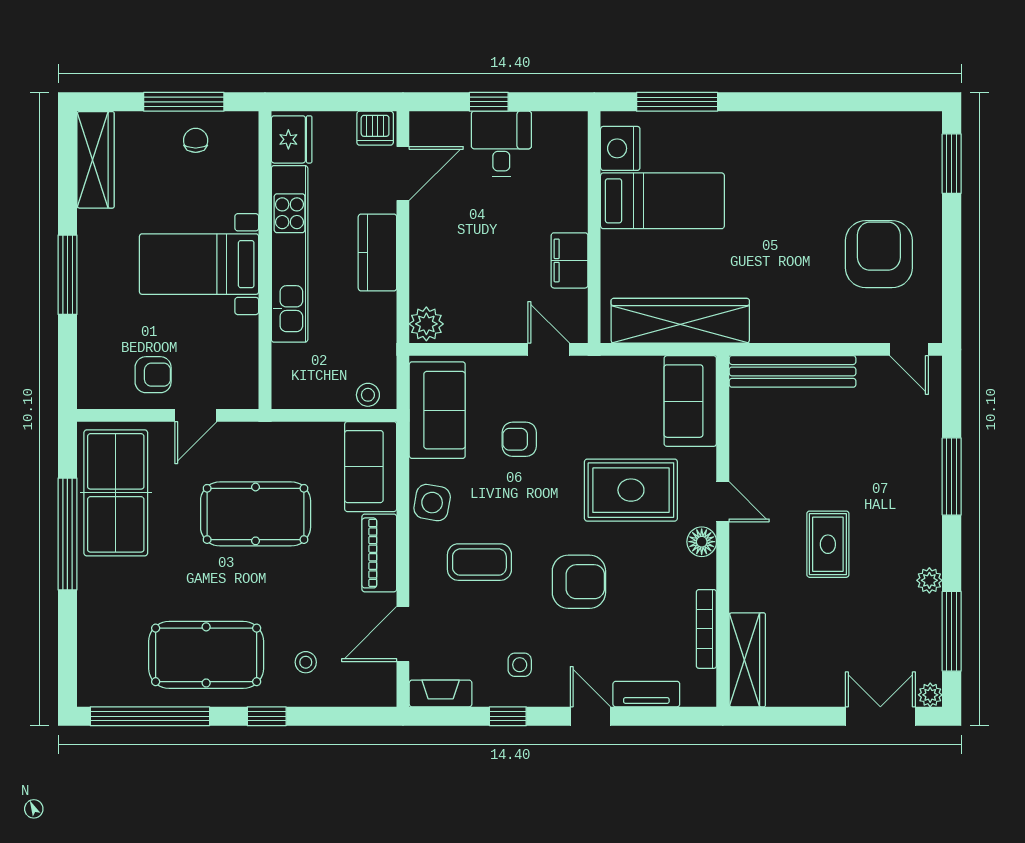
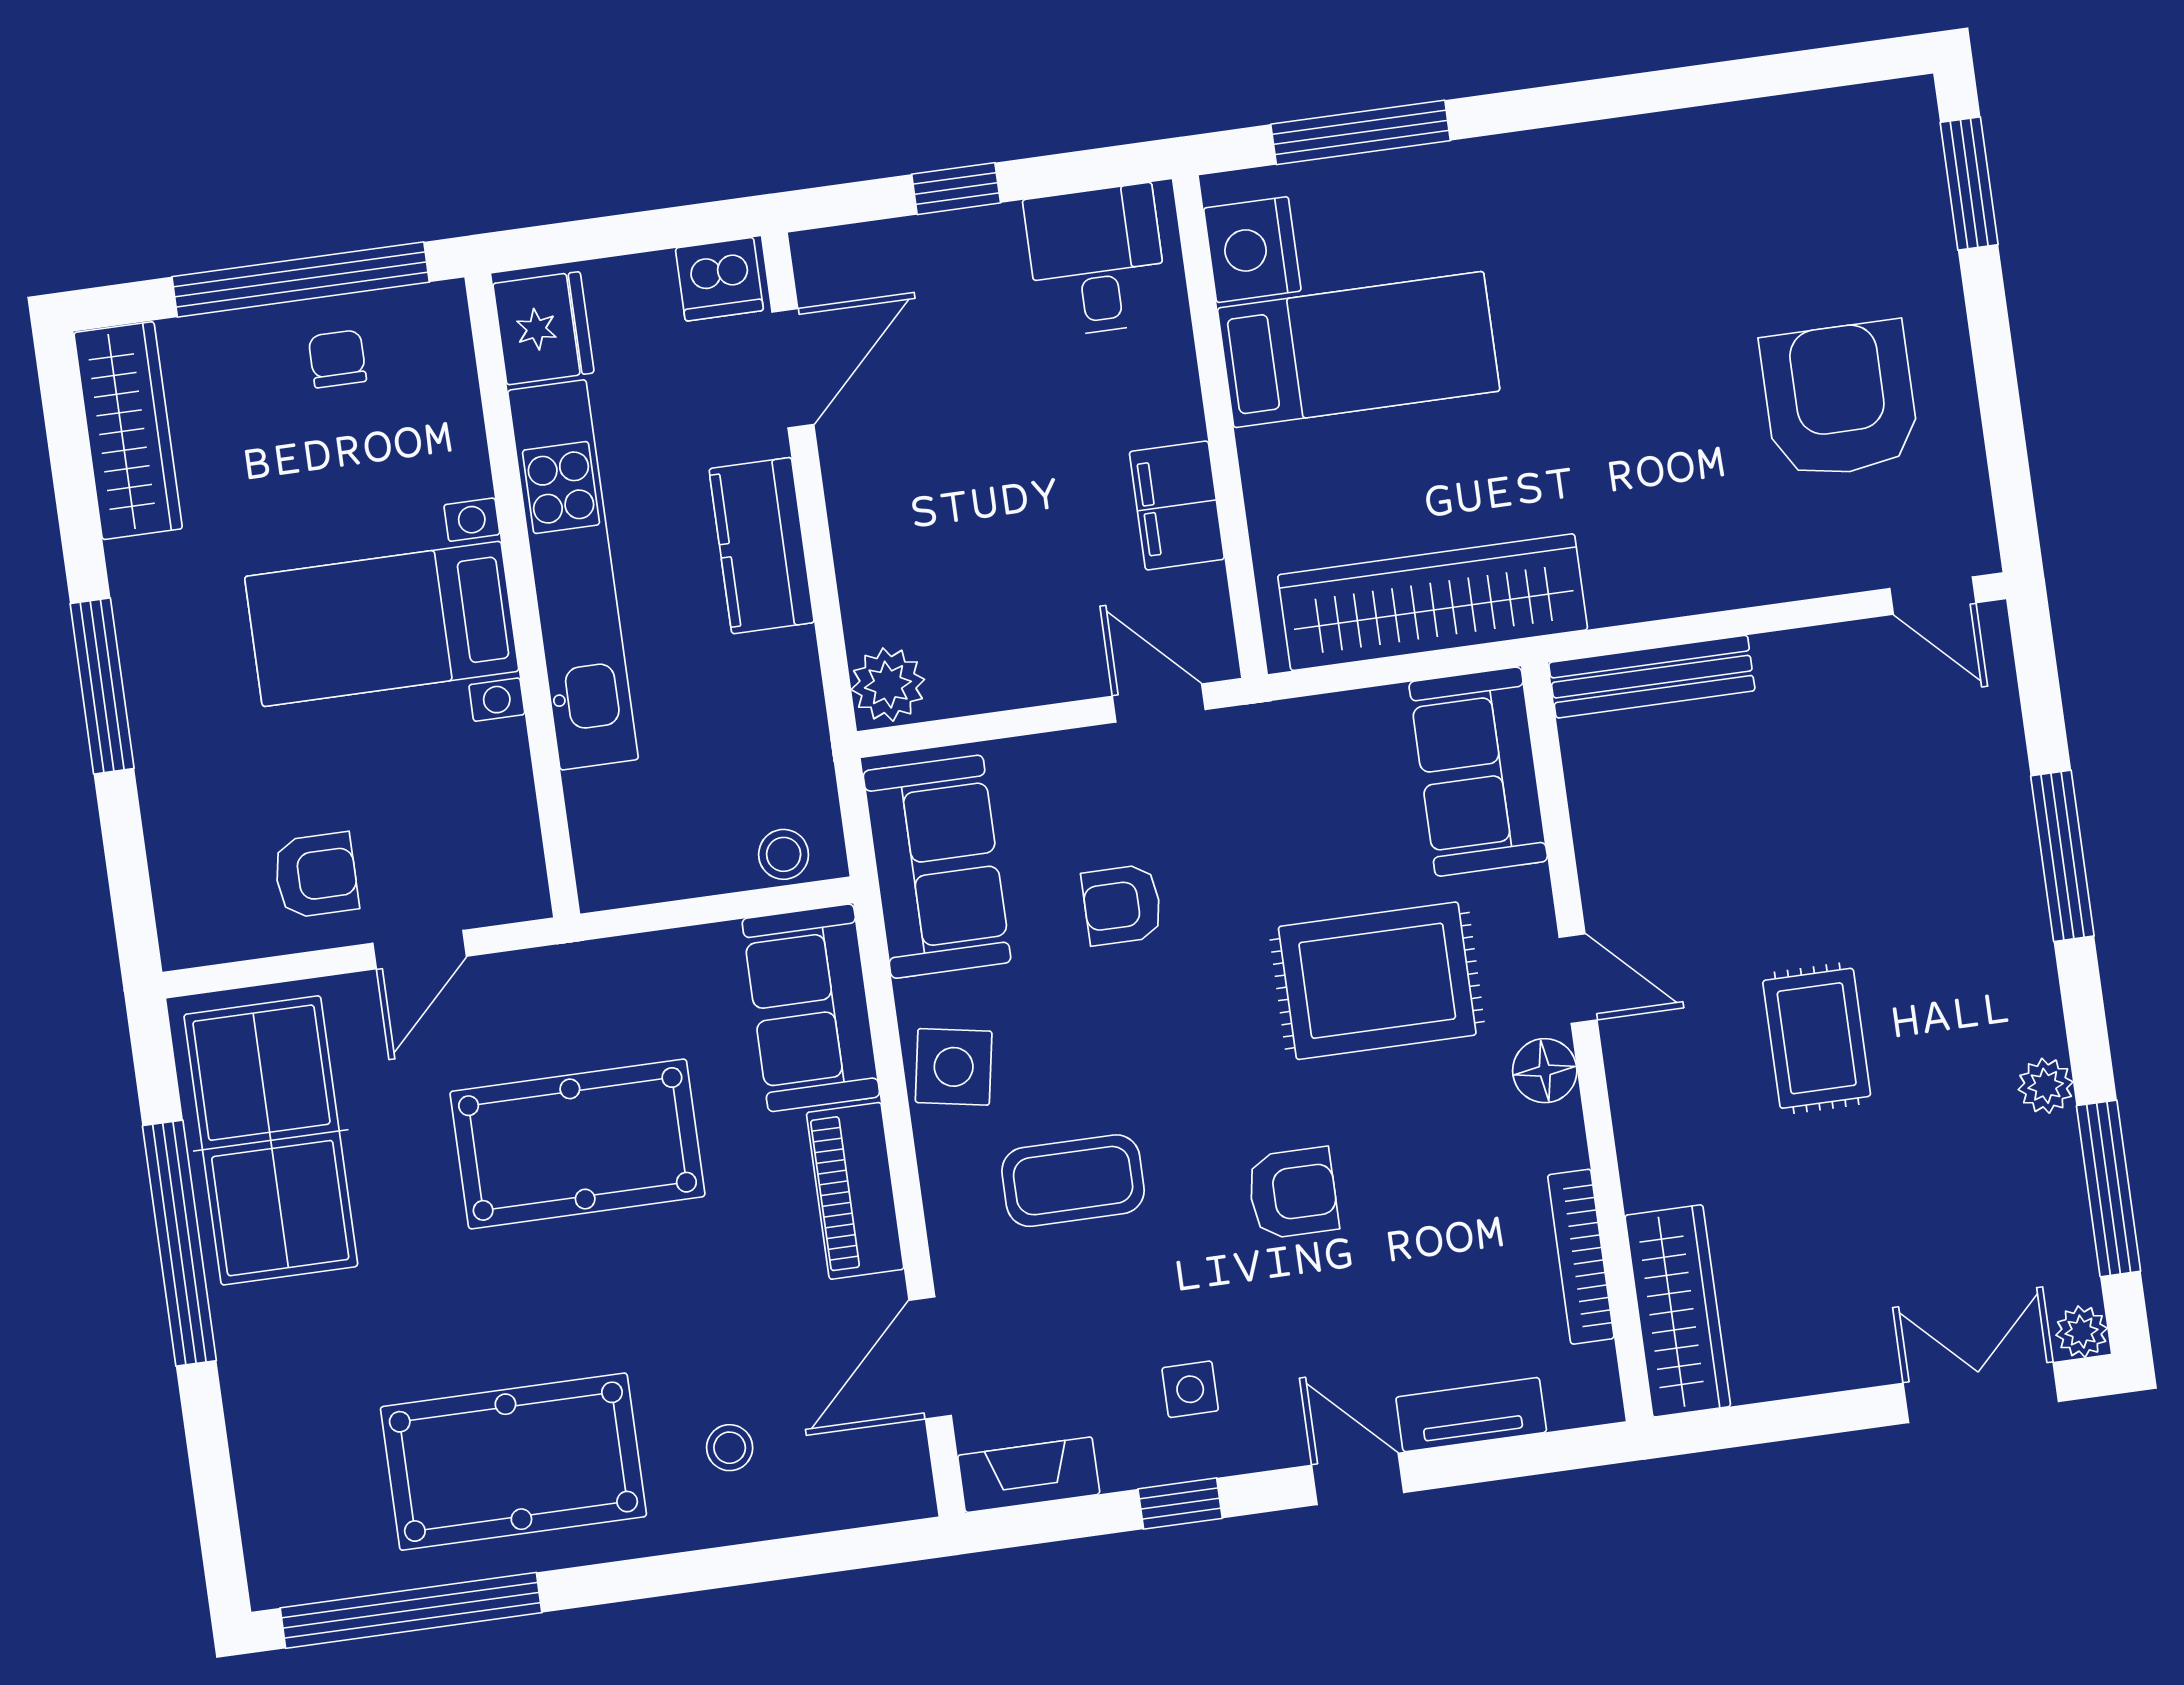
window: (184, 102) -> (301, 279), width x1.46
desk: (501, 144) -> (1096, 261), moved
bench: (793, 371) -> (1652, 677), width x0.73, depth x0.82
armchair: (579, 582) -> (1293, 1193), width x0.72, depth x0.72
window: (267, 716) -> (662, 1575), removed

